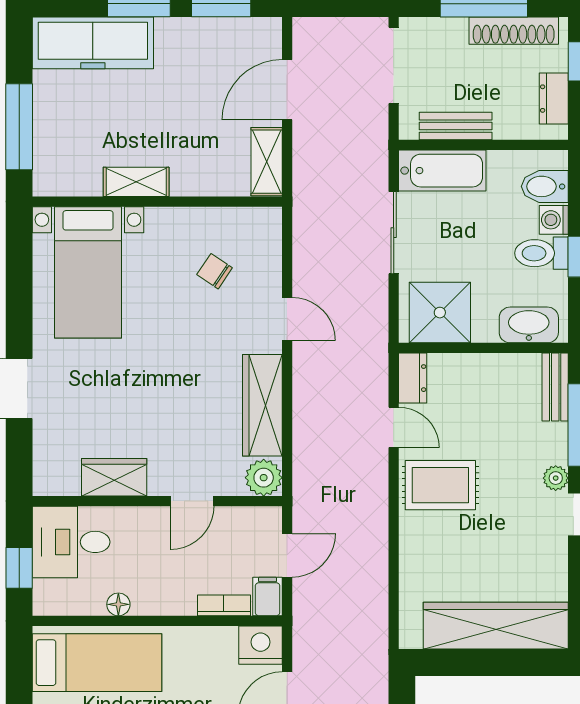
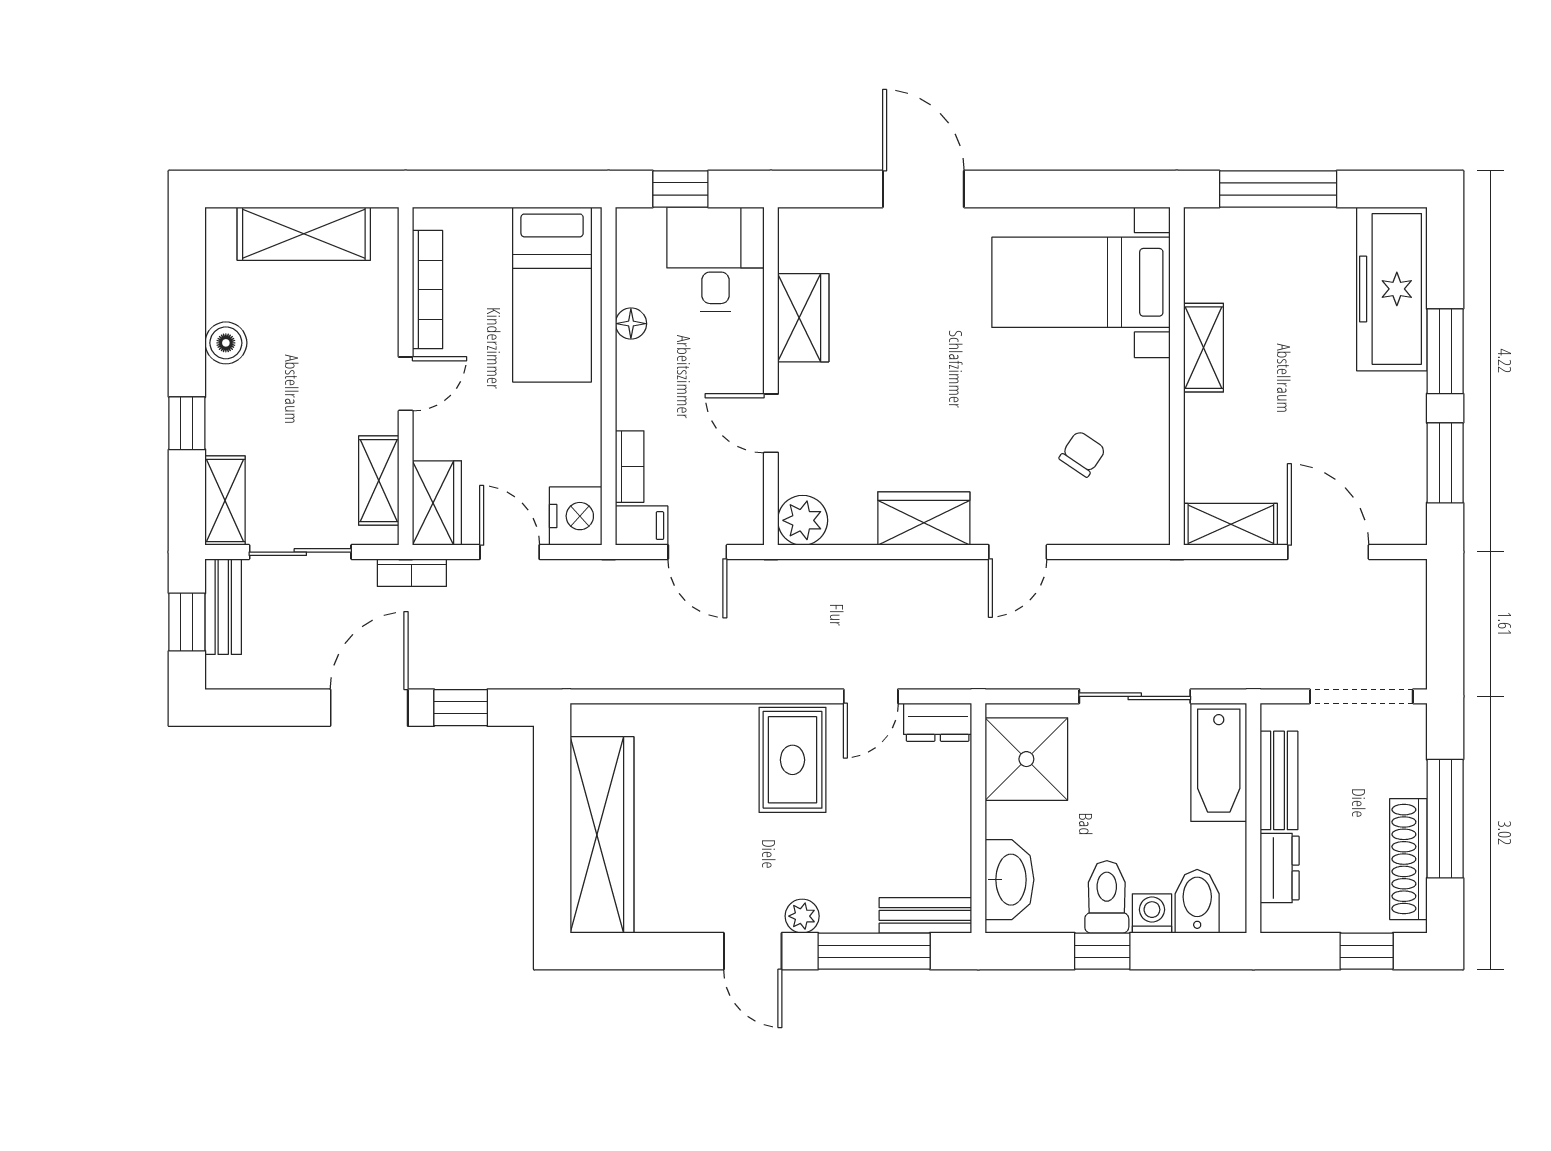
dresser: (554, 99) -> (1280, 868), moved, turned 90
wardrobe: (262, 405) -> (924, 519), width x0.67

